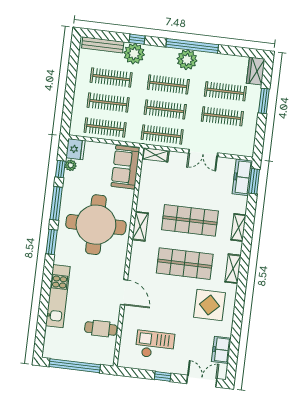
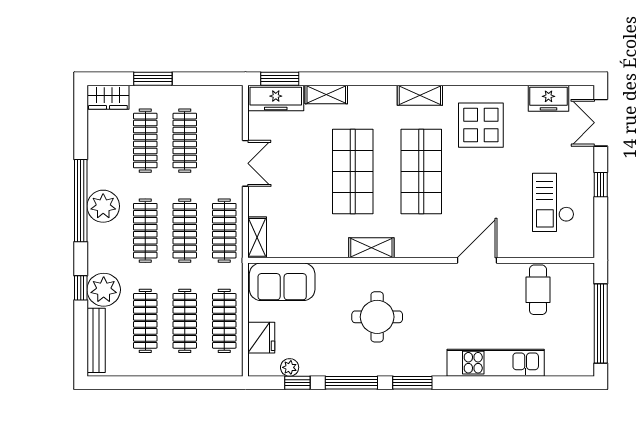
fridge: (75, 149) -> (261, 338), moved, turned 90
round table: (96, 225) -> (377, 317), width x0.54, depth x0.54
shelving: (238, 227) -> (326, 94), moved

